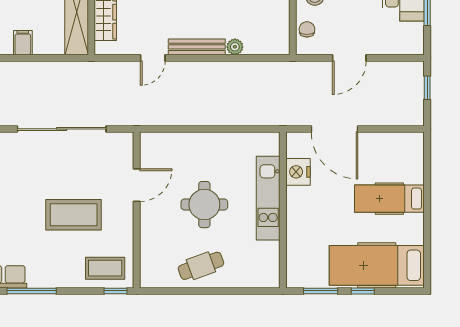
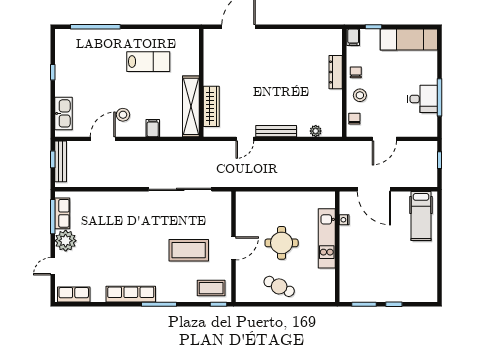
plant: (235, 47) -> (316, 131), moved
nightstand: (298, 172) -> (344, 220), width x0.53, depth x0.56
door: (137, 185) -> (234, 248), moved
hospital bed: (389, 199) -> (421, 216), moved, turned -90
hospital bed: (377, 265) -> (404, 286), removed
cafe table: (201, 266) -> (279, 286), turned 46

